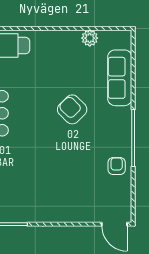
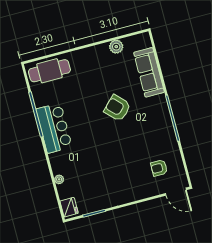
armchair: (117, 166) -> (159, 168), moved, turned -90

